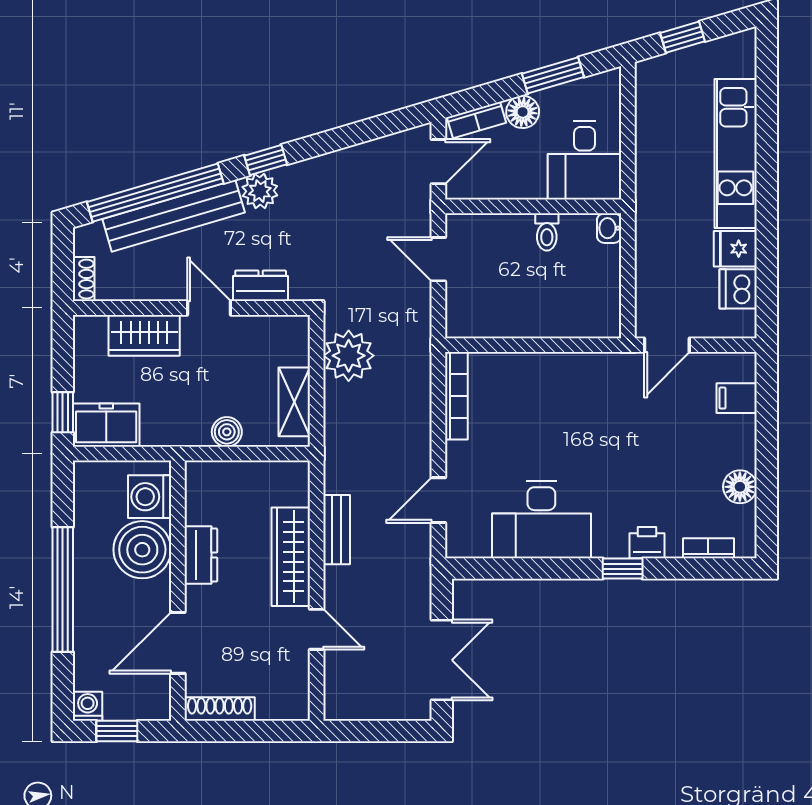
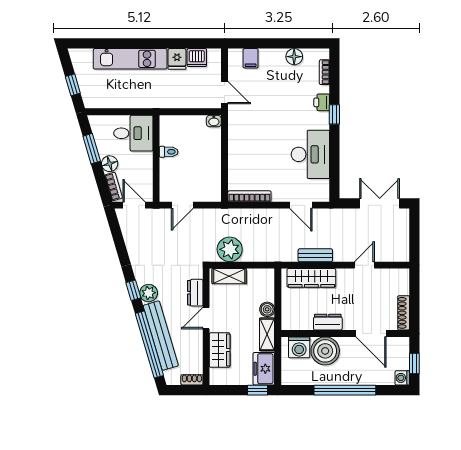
washbasin: (609, 228) -> (214, 121), moved
shelving: (294, 402) -> (229, 276), moved
shelving: (176, 432) -> (267, 334), added
wardrobe: (291, 557) -> (311, 278), moved

